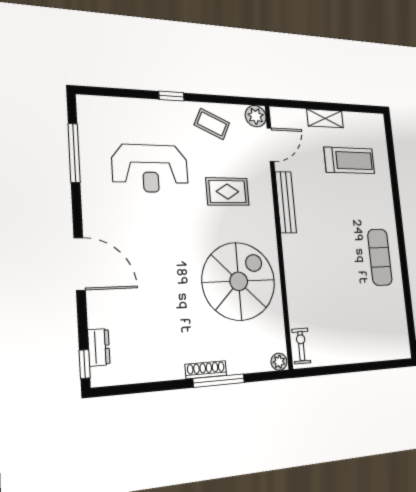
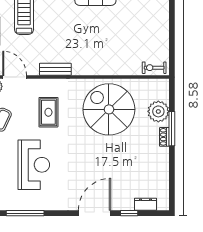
bench: (286, 202) -> (55, 69), width x0.73
plant: (279, 362) -> (158, 111), moved, width x1.88, depth x1.88
window: (85, 364) -> (129, 213), moved
shoe rack: (206, 370) -> (164, 137), width x0.70

